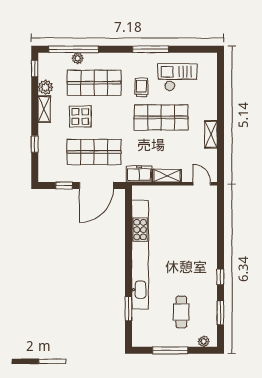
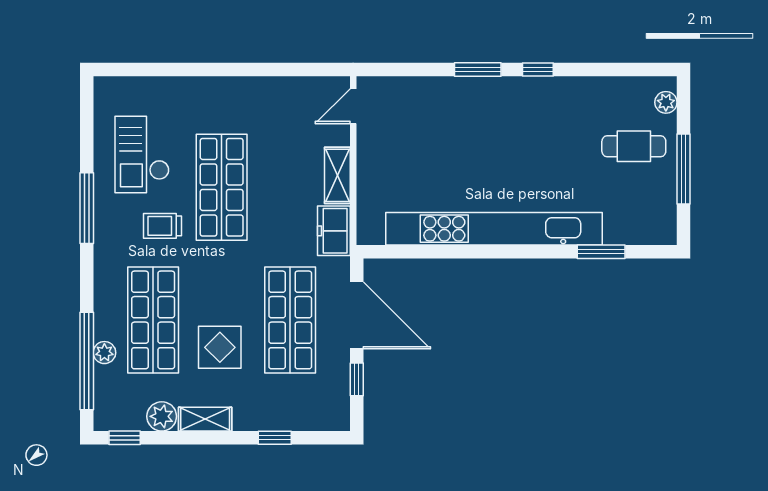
shelving: (211, 134) -> (255, 88), removed
cafe table: (181, 312) -> (634, 146), moved
window: (220, 313) -> (478, 69), moved

